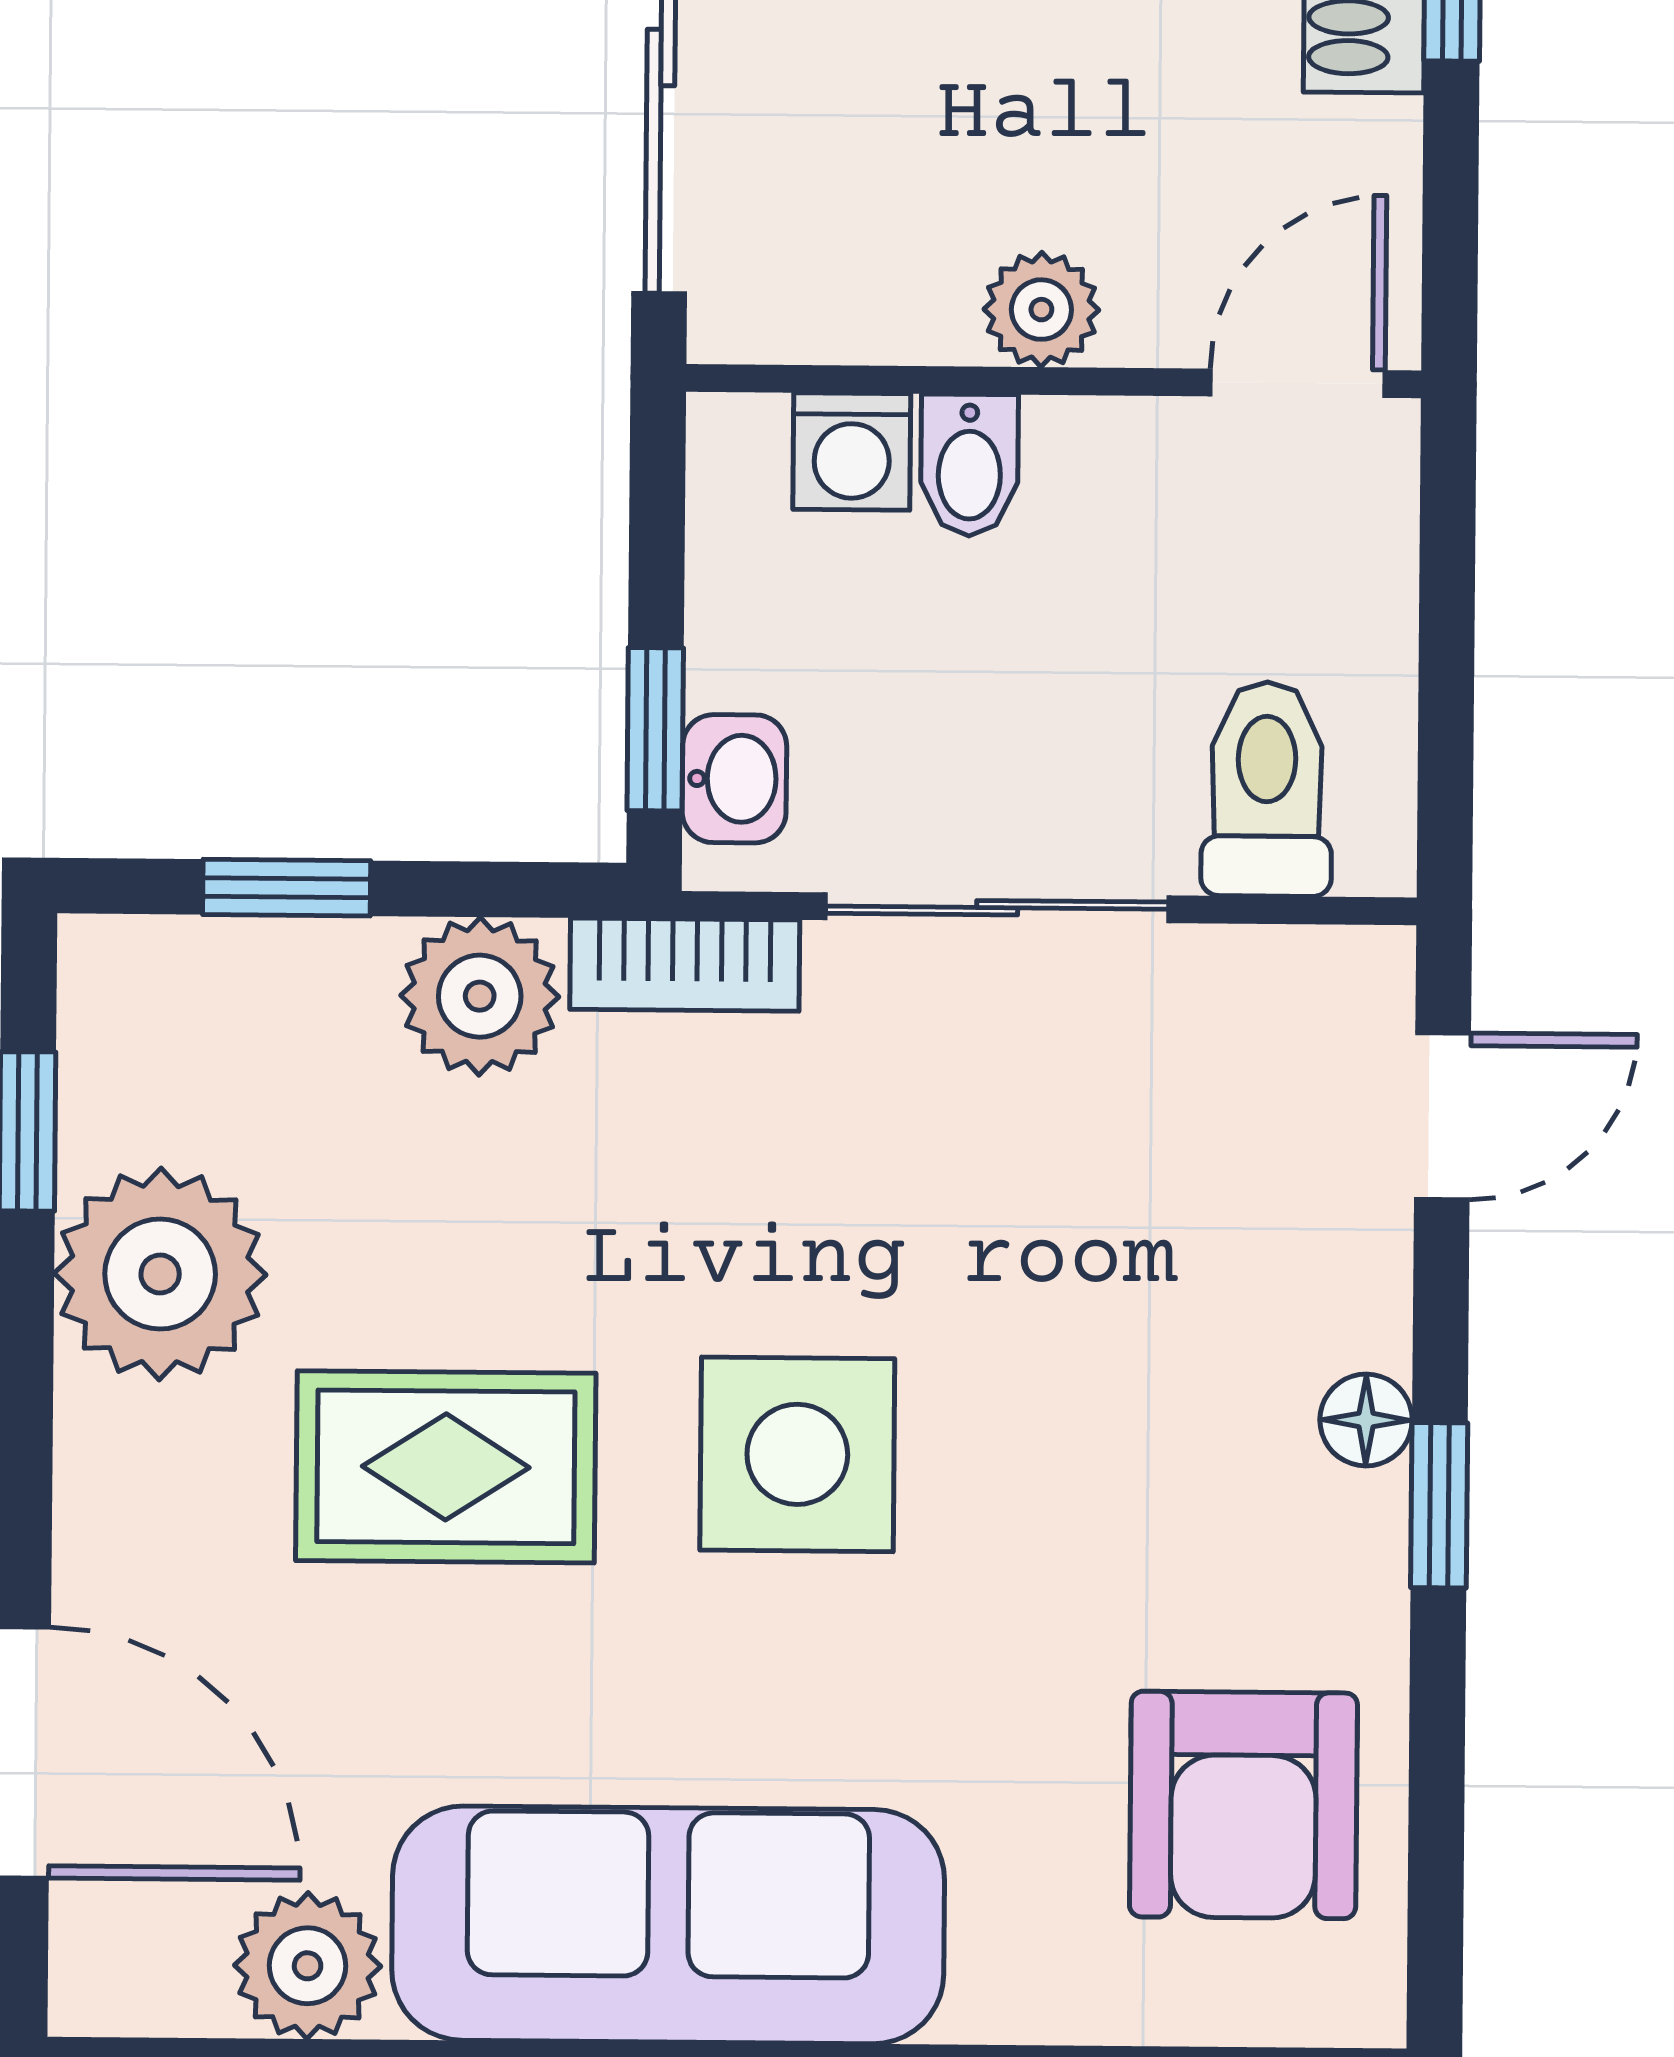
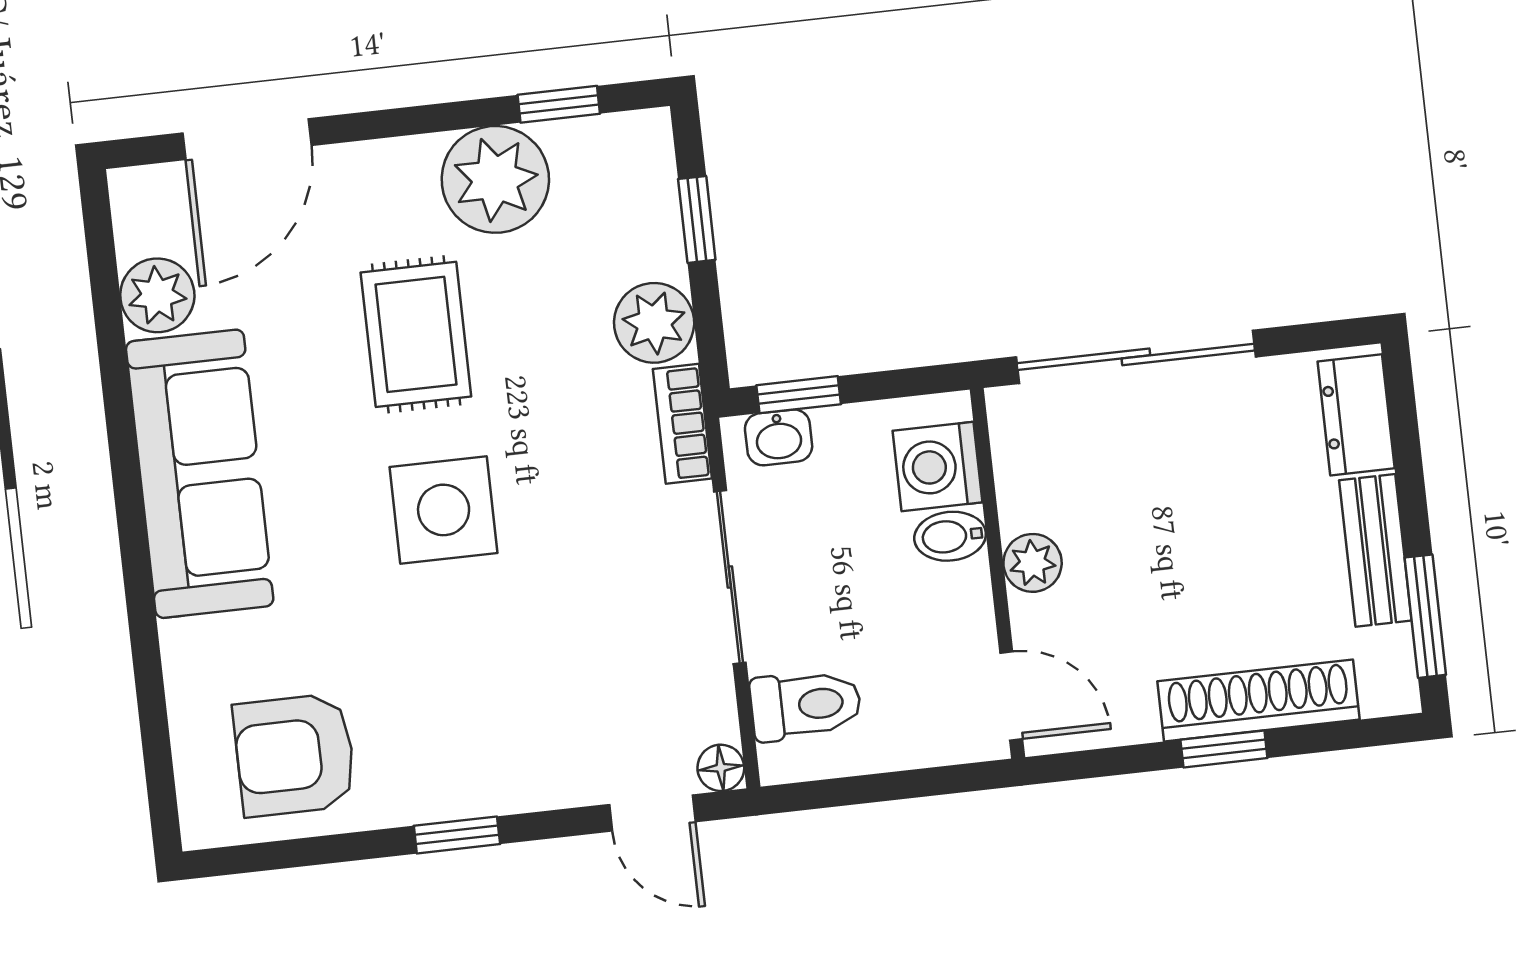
washing machine: (852, 452) -> (937, 467), width x1.38, depth x1.38
floor lamp: (1366, 1420) -> (721, 768), moved

